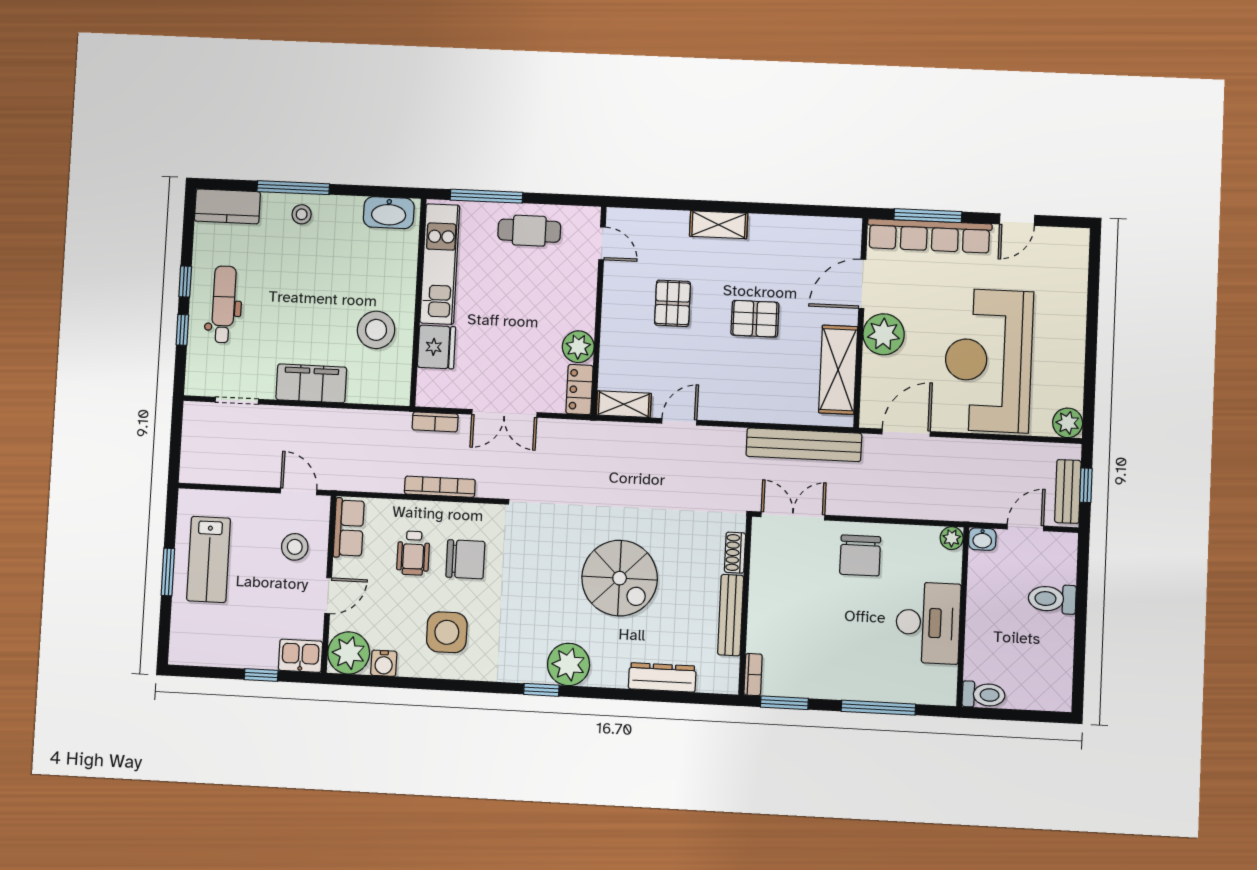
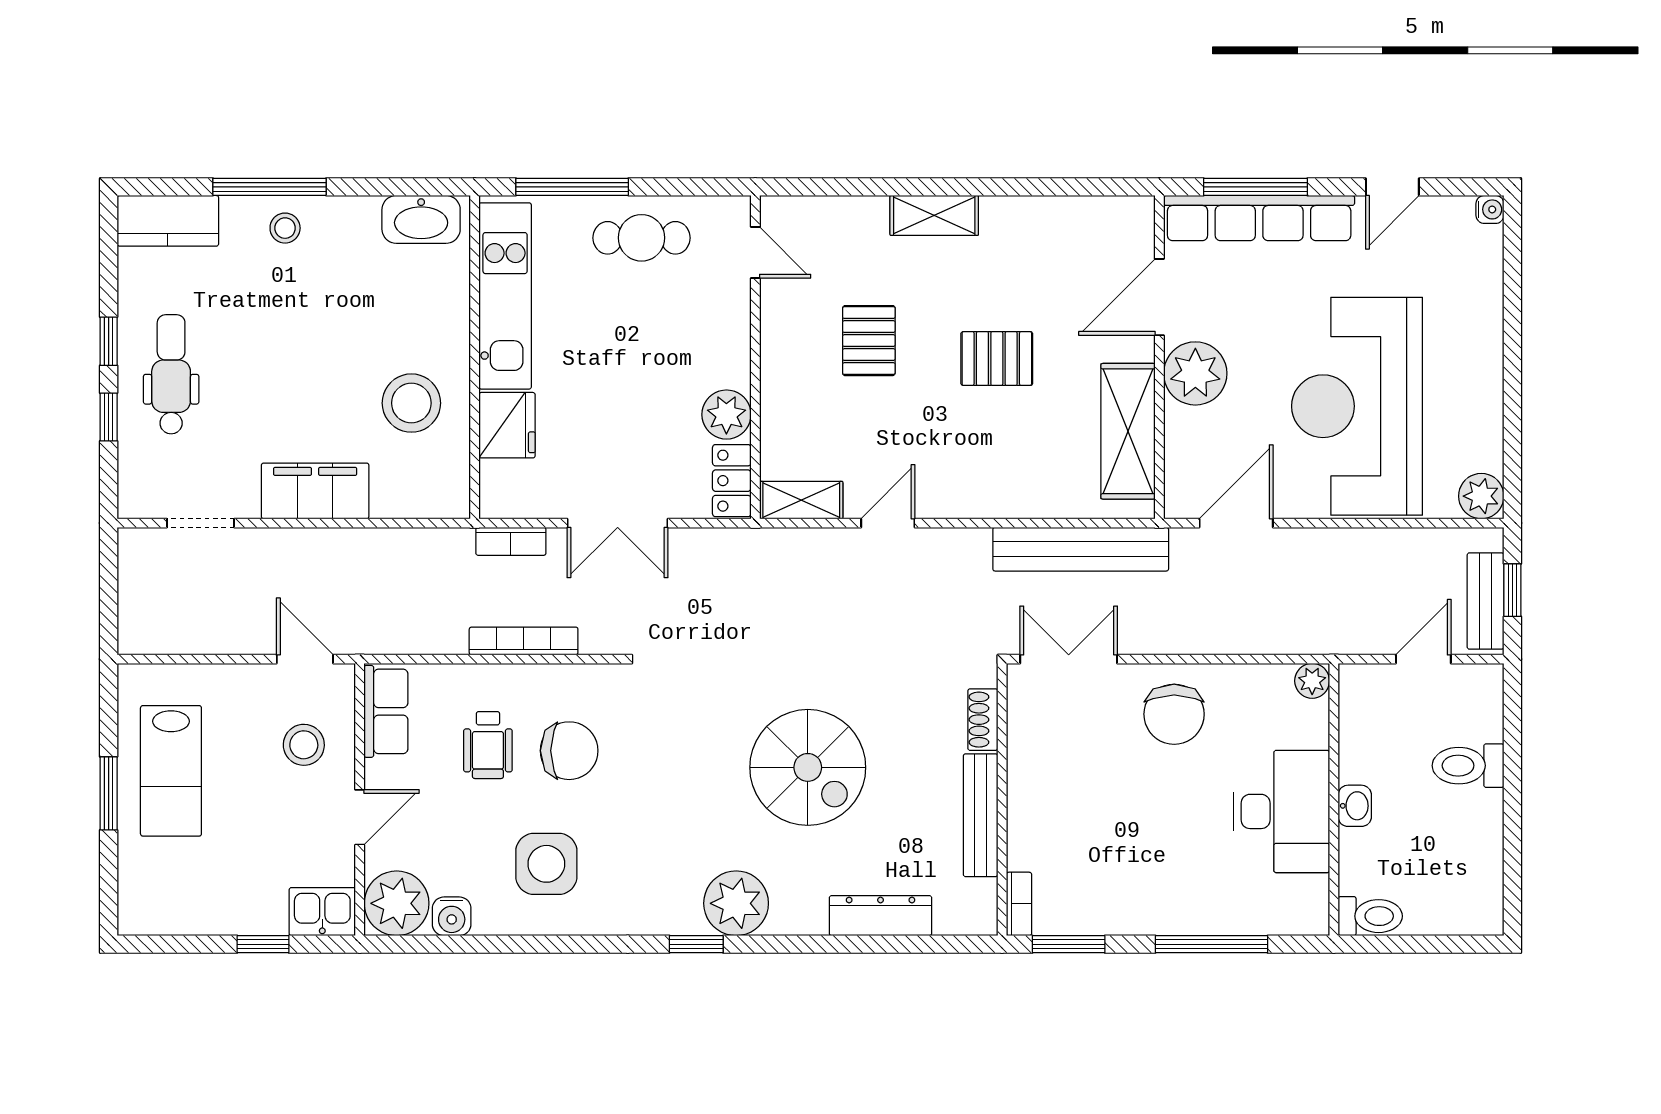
water cooler: (1080, 237) -> (1490, 209), added
washbasin: (982, 539) -> (1355, 806), moved, turned -90

